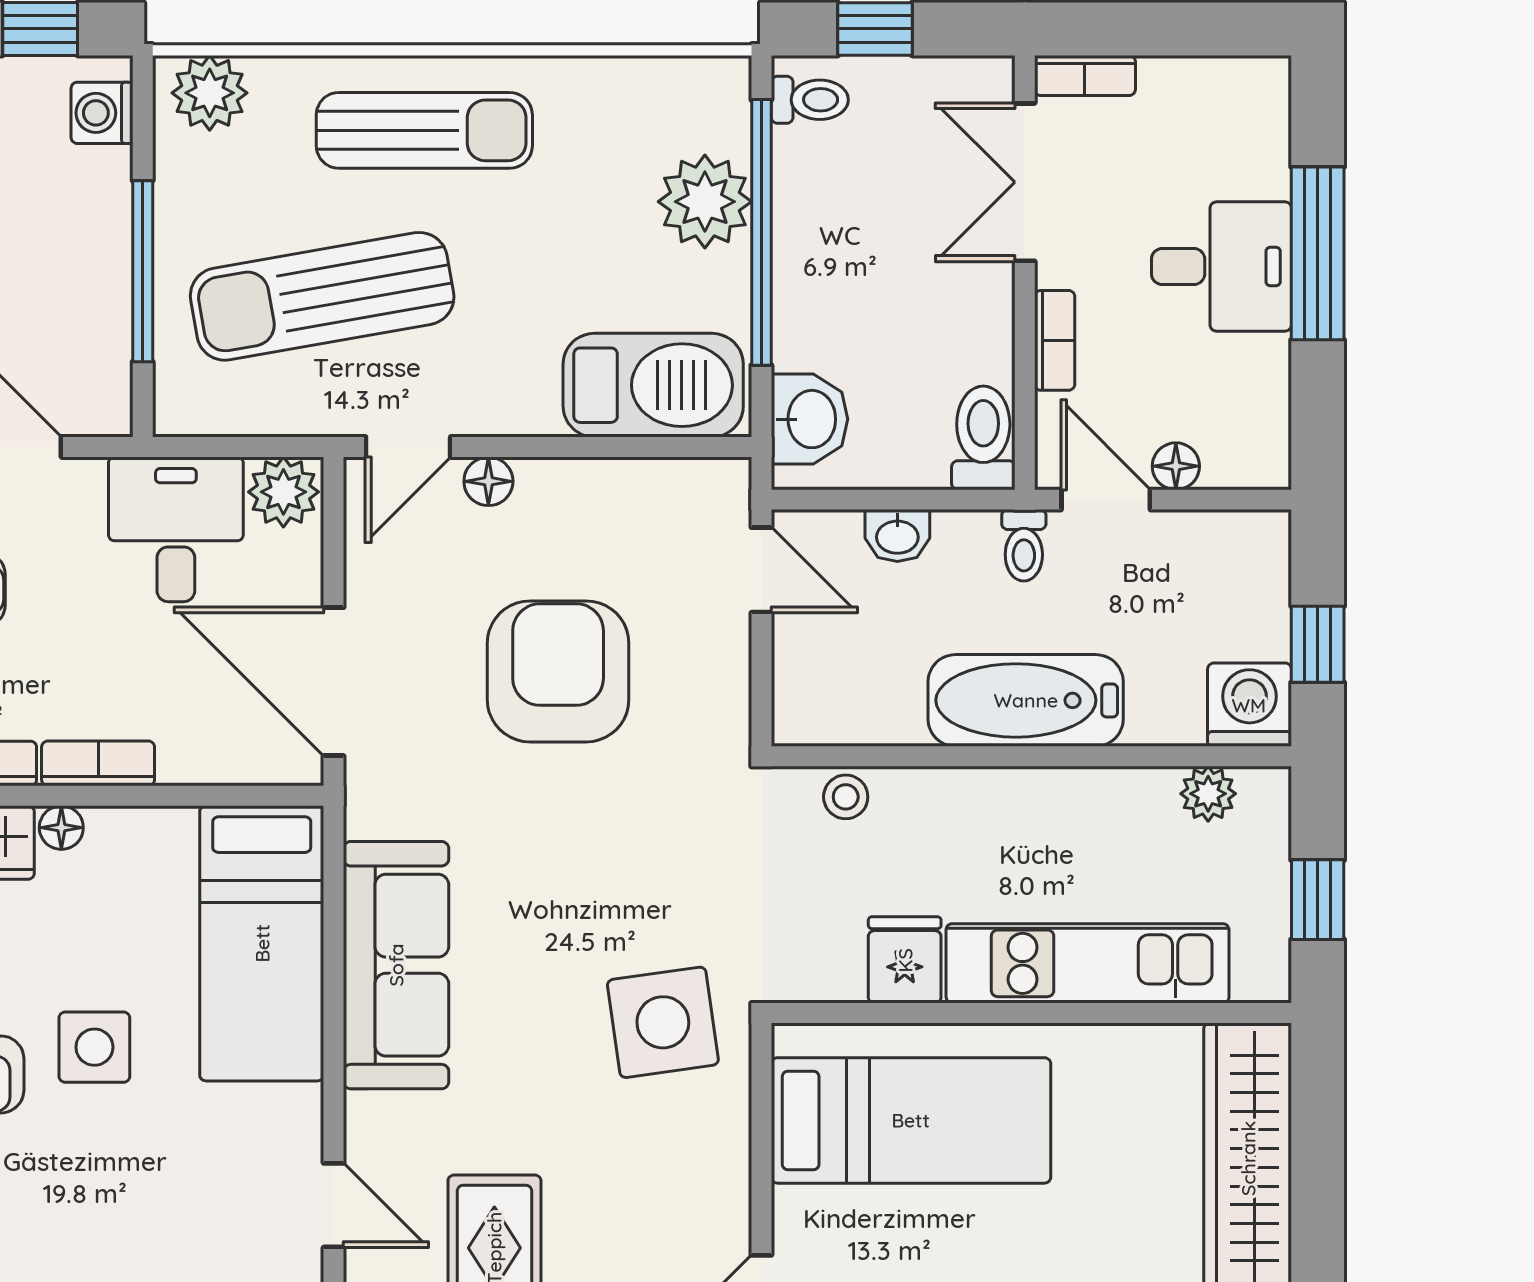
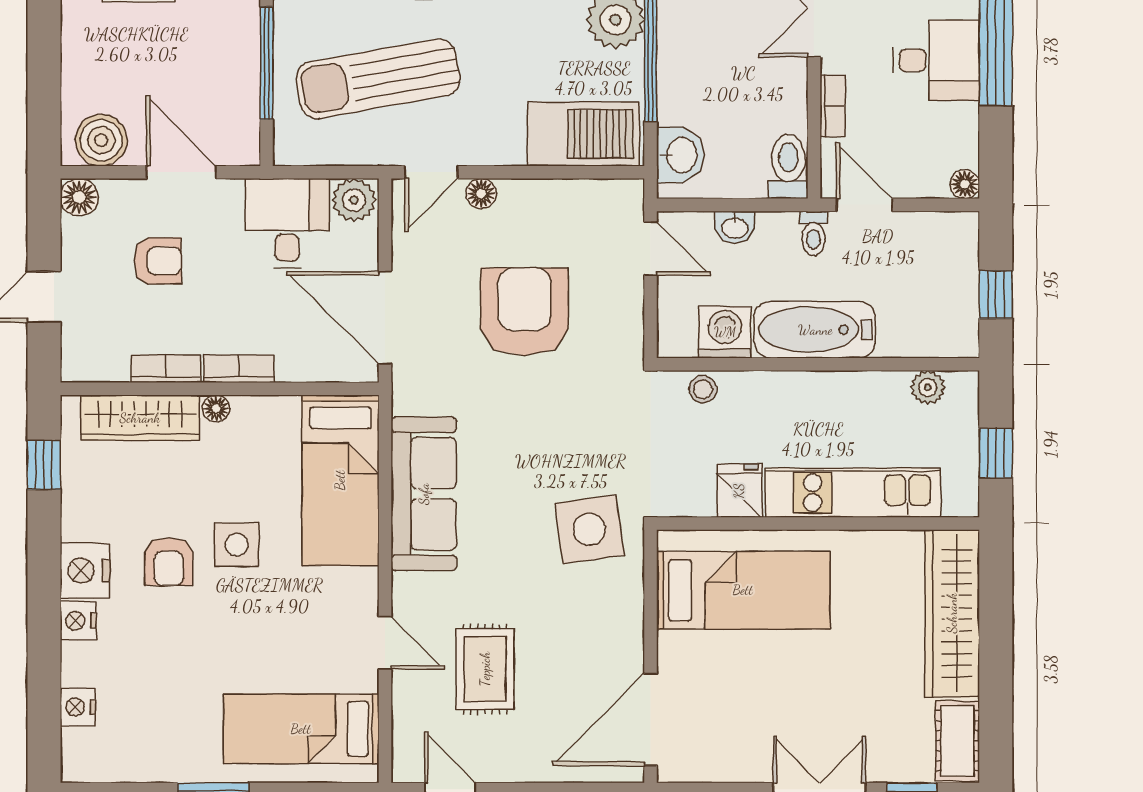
floor lamp: (1176, 466) -> (965, 184), moved
washing machine: (1249, 705) -> (725, 332), moved

